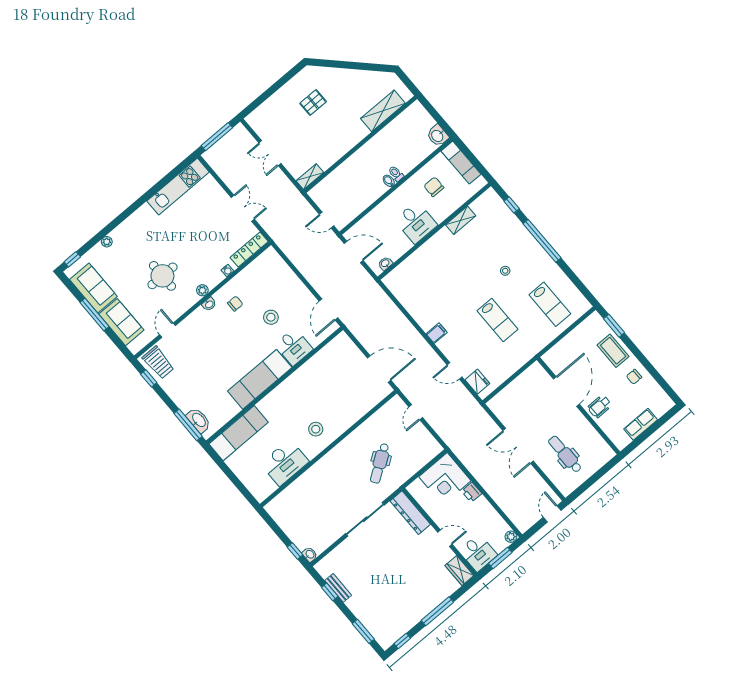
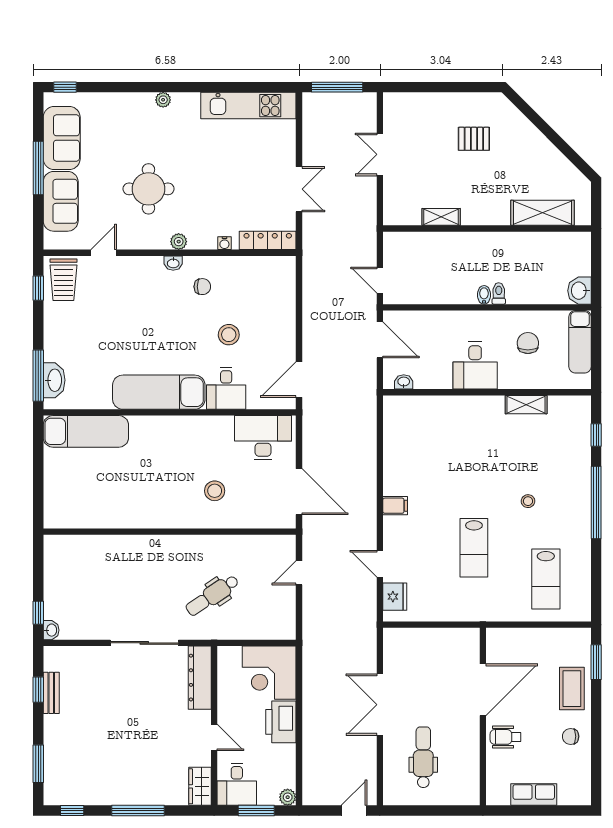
shelving: (310, 177) -> (441, 217), moved
plant: (107, 242) -> (163, 100), moved
stool: (316, 429) -> (215, 491), moved
desk: (285, 463) -> (263, 438), moved, turned 180
printer: (472, 492) -> (281, 722), width x1.87, depth x1.48

